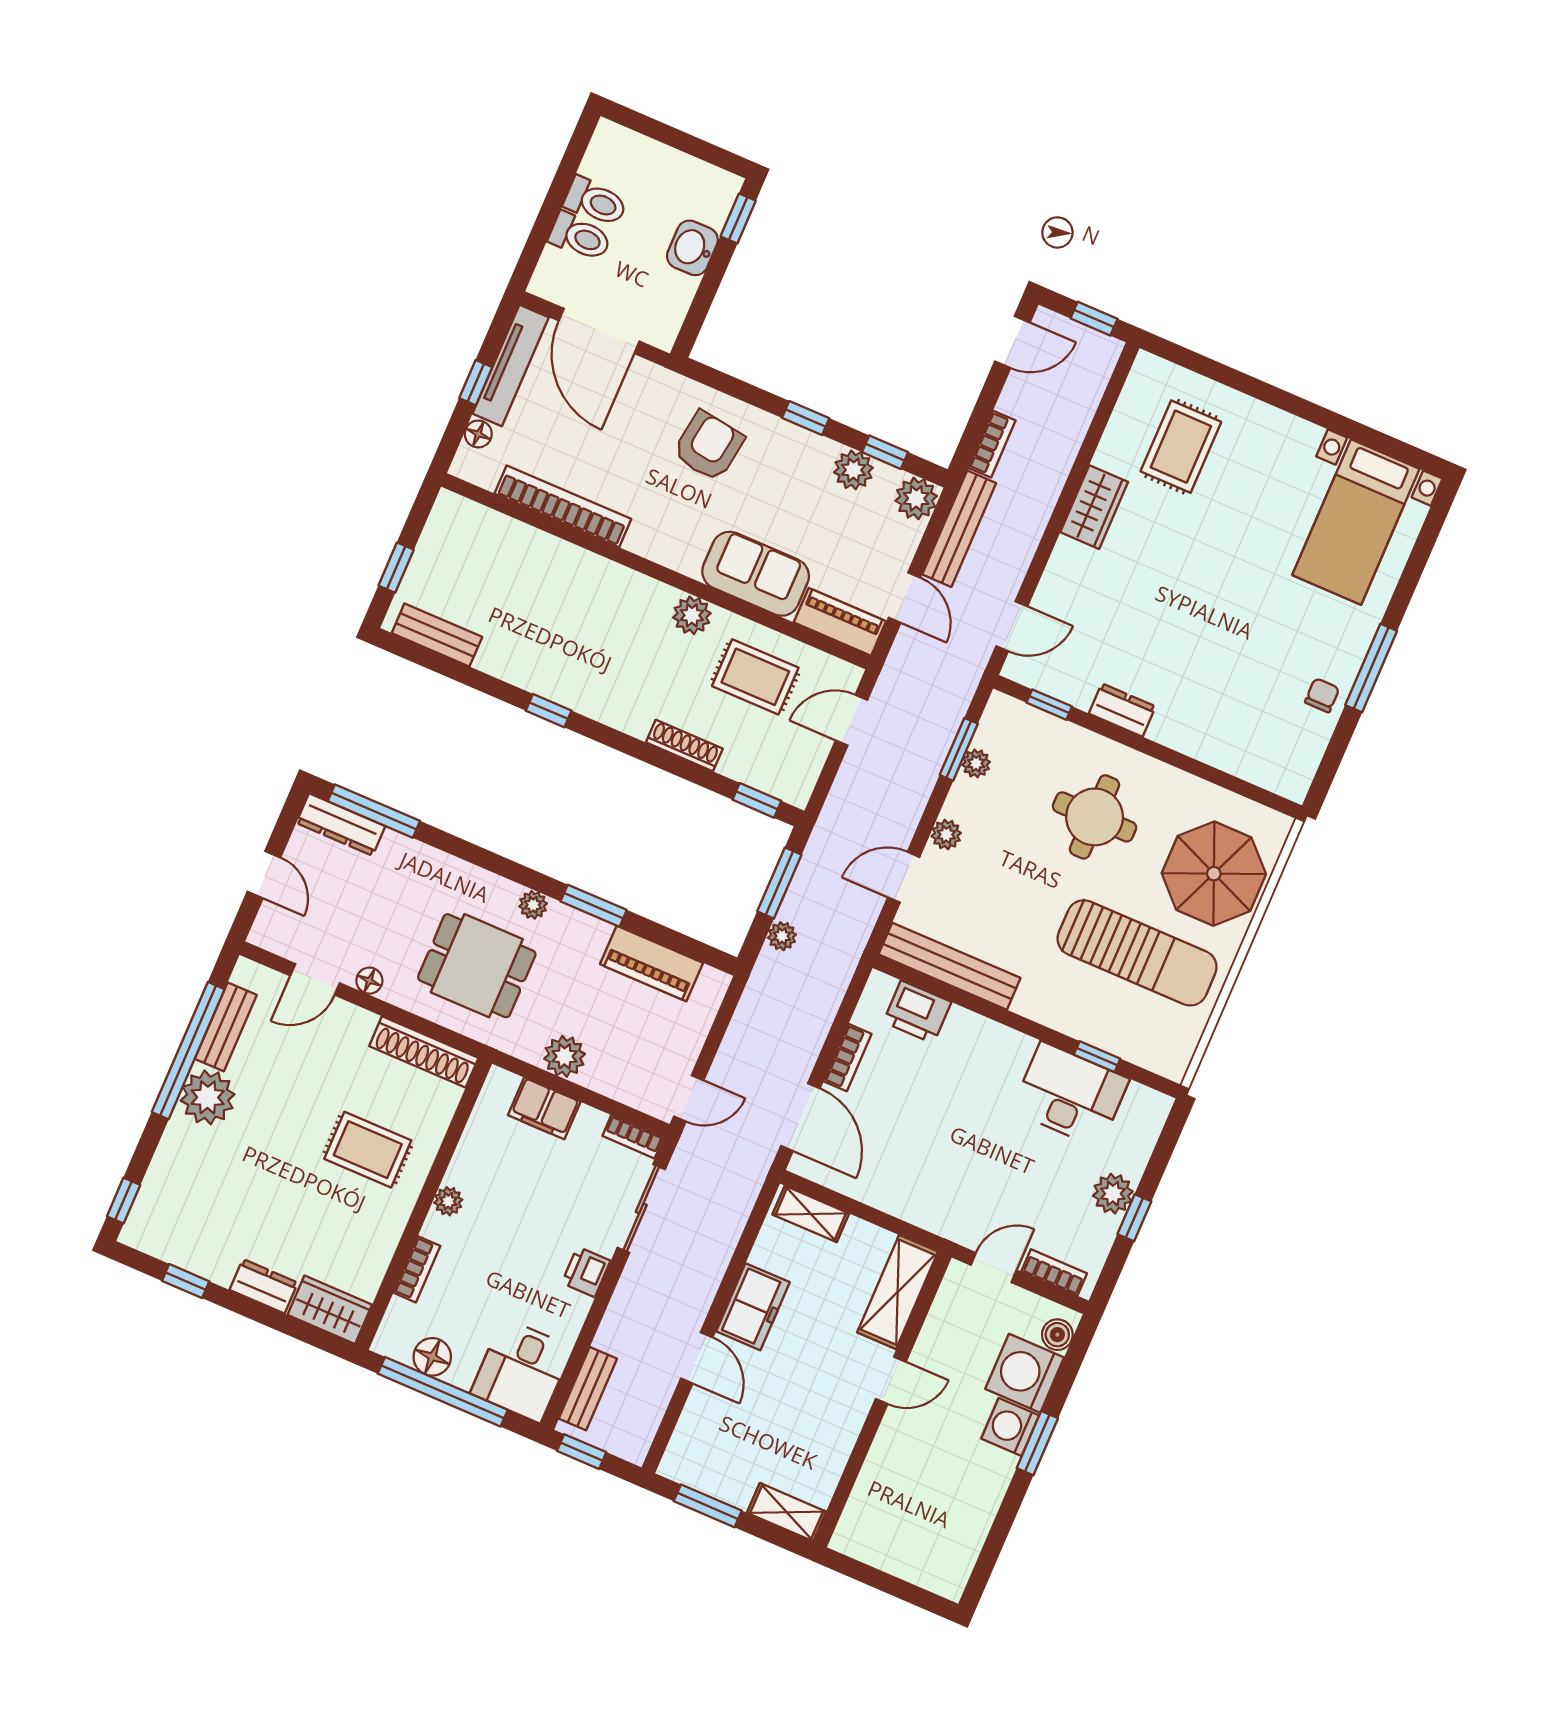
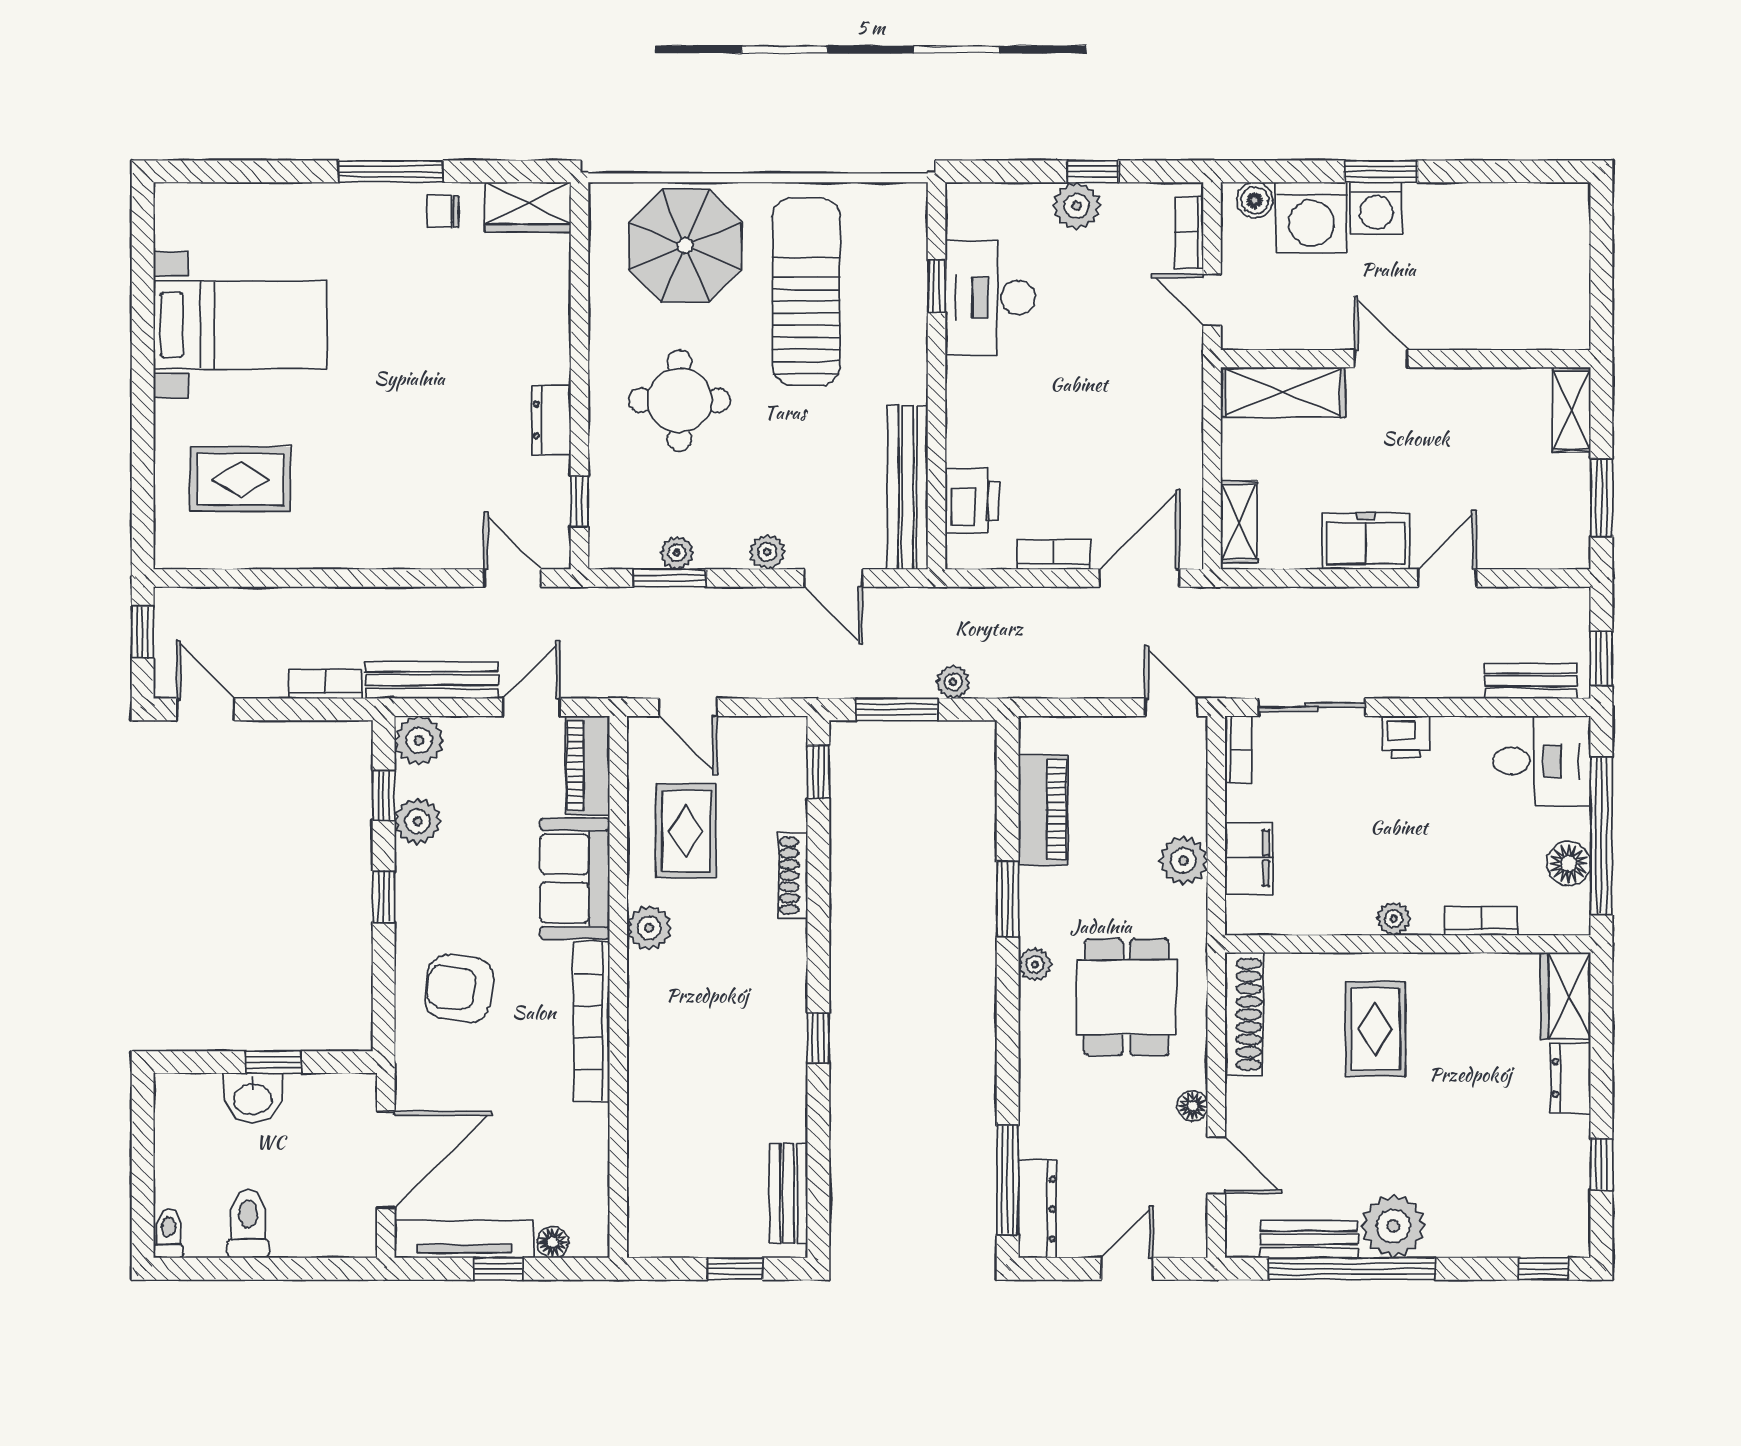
window: (738, 219) -> (274, 1062), moved
toilet: (580, 237) -> (168, 1234), moved, width x0.73, depth x0.72
bookcase: (563, 506) -> (591, 1022), moved
wardrobe: (1094, 507) -> (528, 207), moved, turned 180
bed with nightstands: (1356, 522) -> (240, 325), moved

